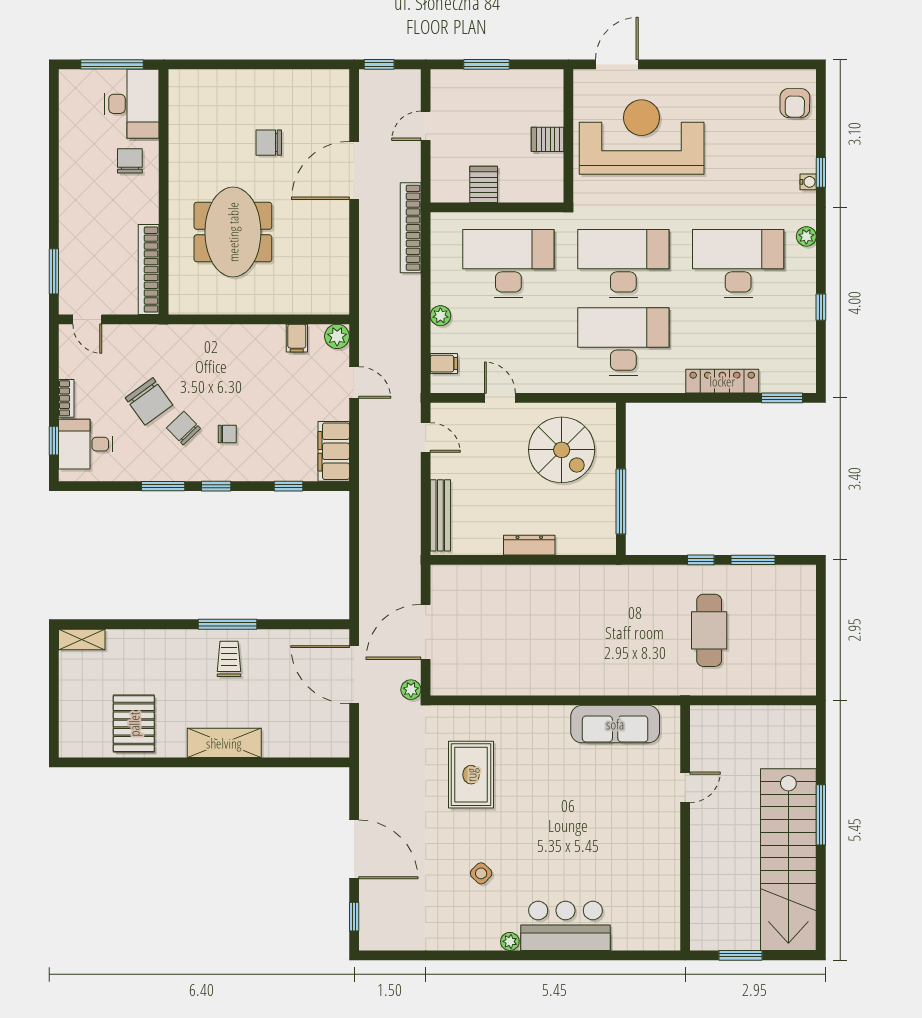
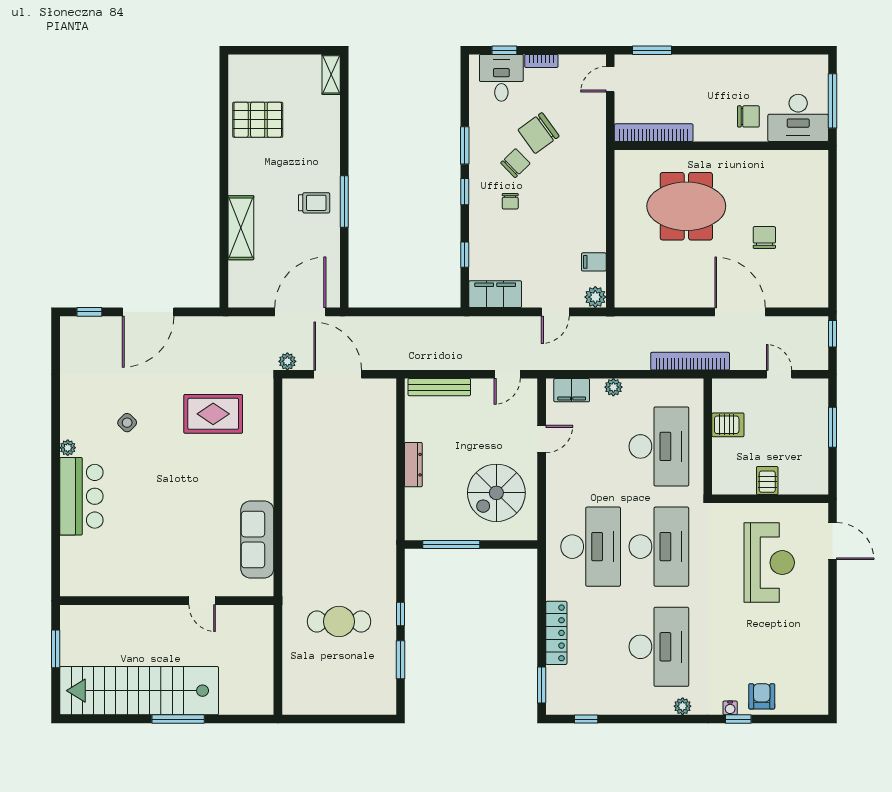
armchair: (795, 103) -> (762, 696), moved, turned 89
reception desk: (642, 137) -> (769, 563), width x0.74, depth x0.77
window: (821, 307) -> (586, 719), moved
filing cabinet: (444, 364) -> (572, 390), width x2.00
shelving: (224, 743) -> (241, 228), moved

